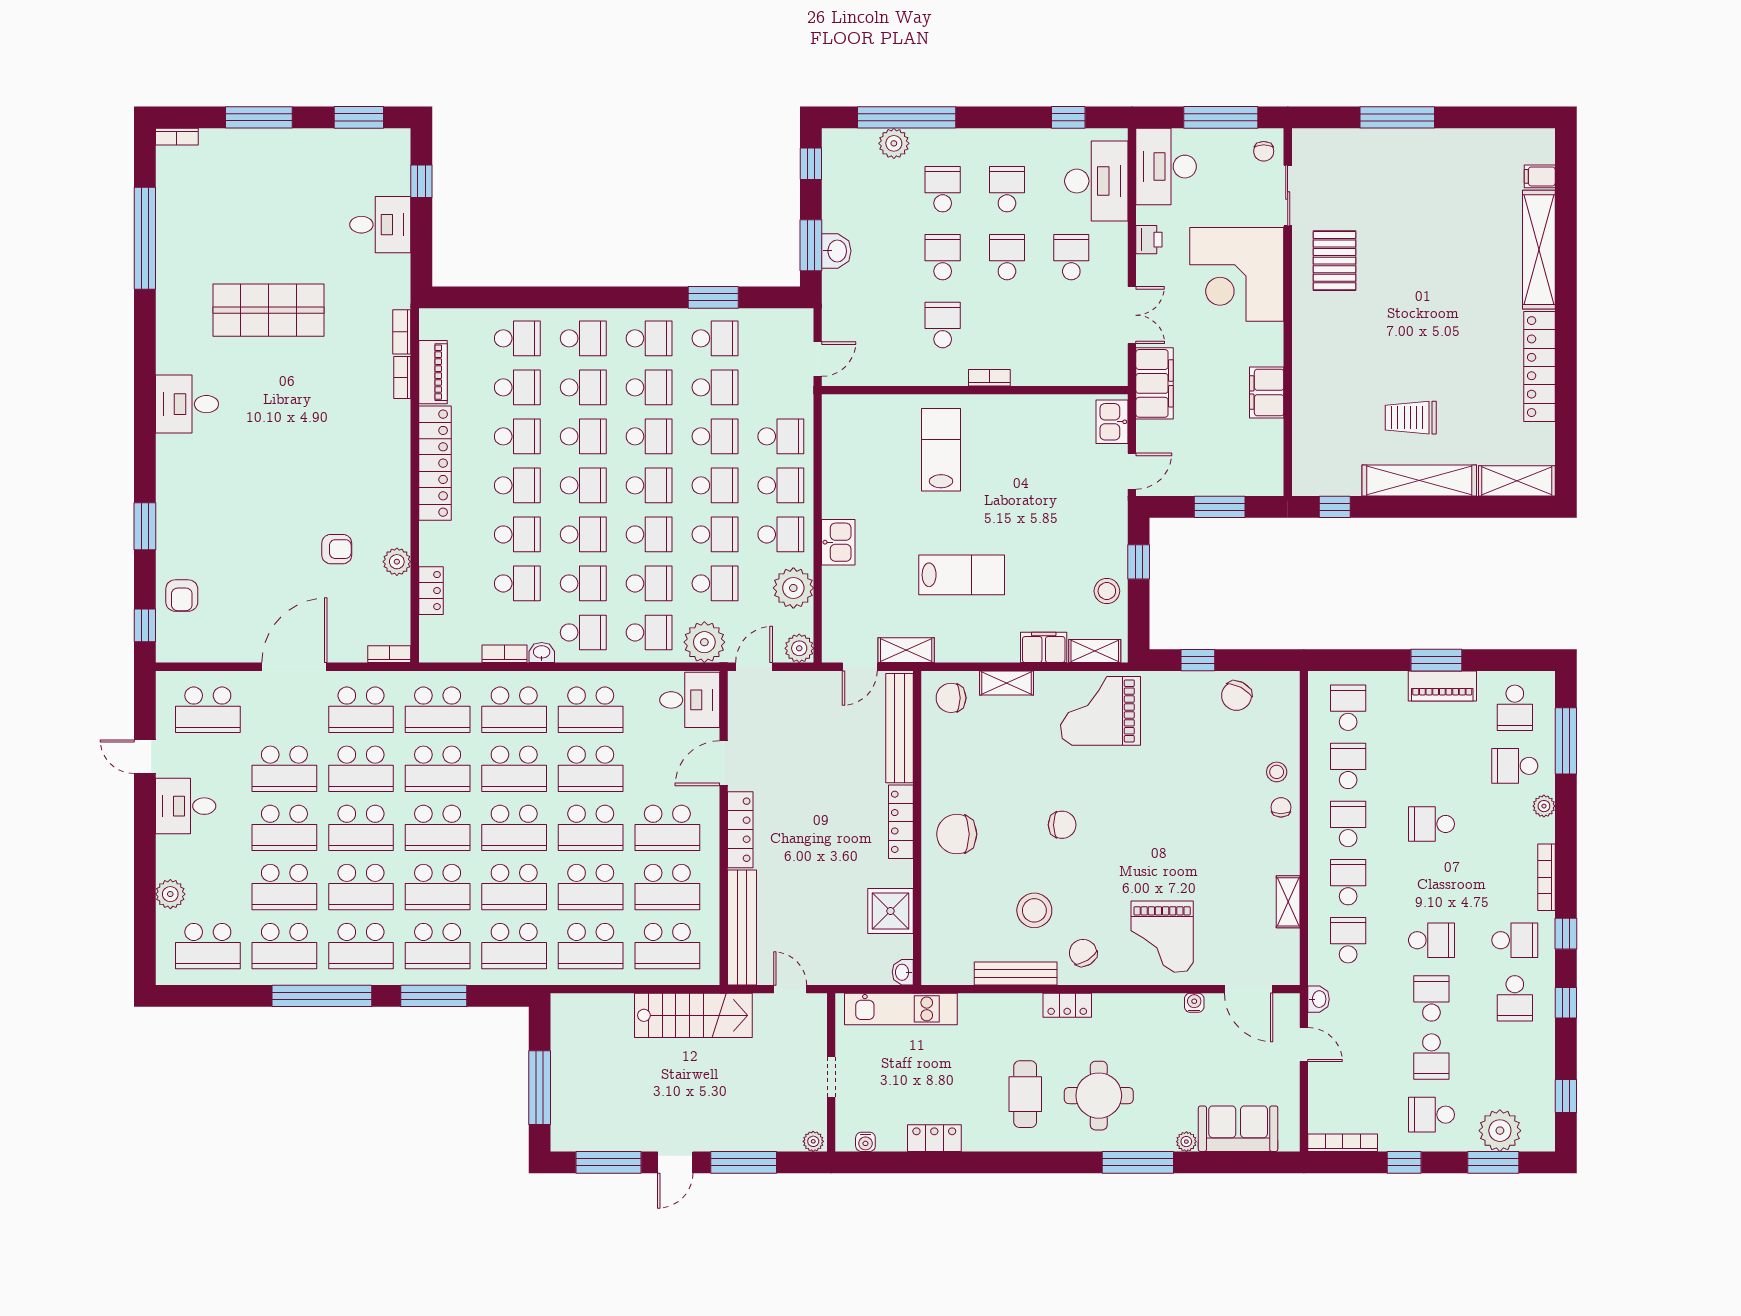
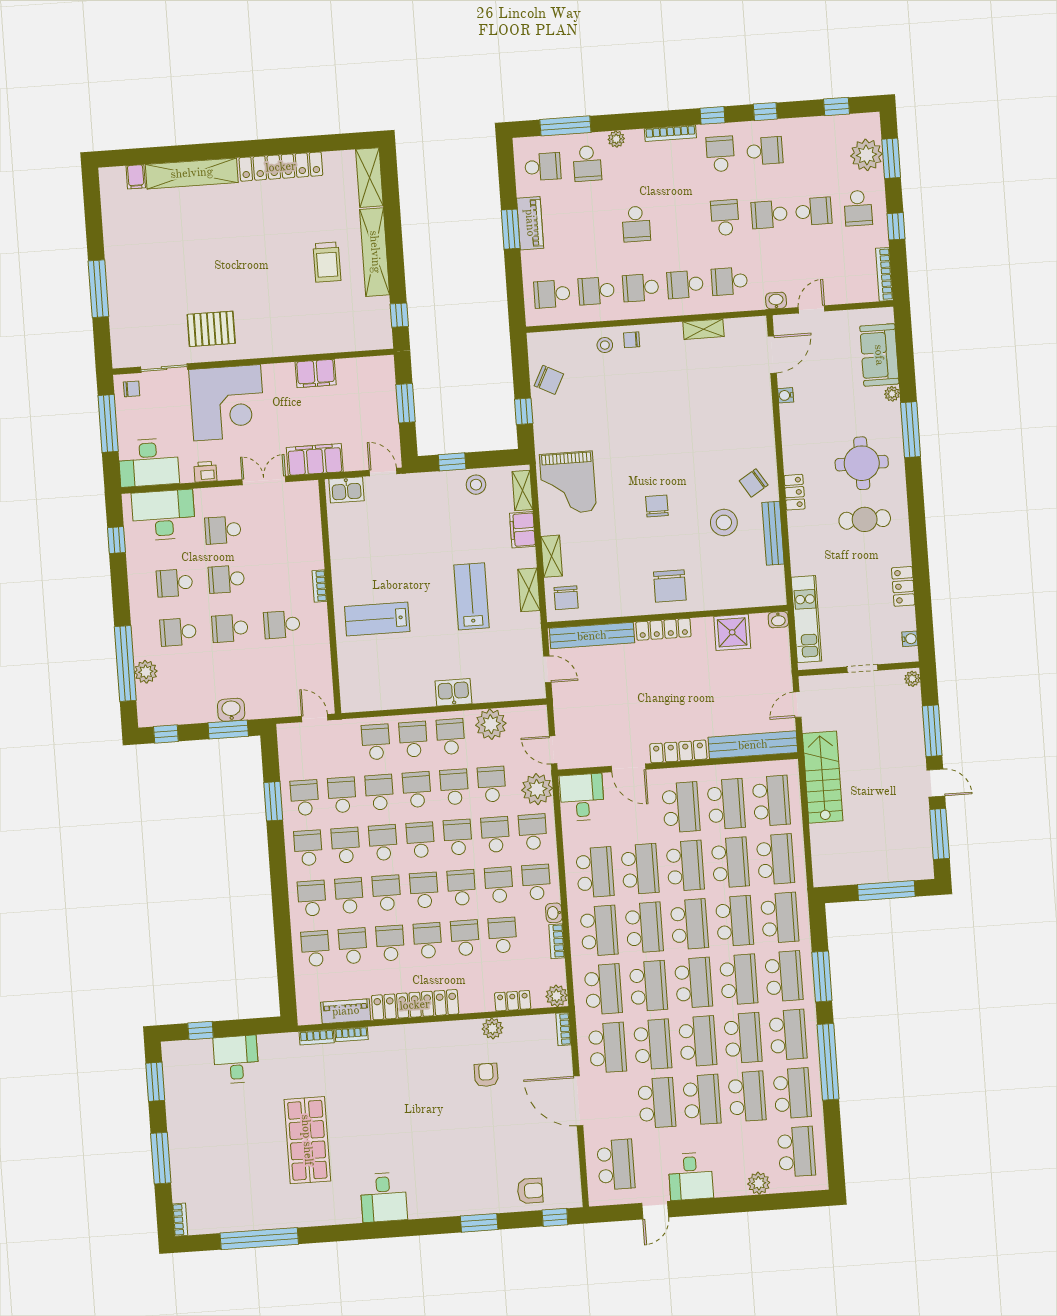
plant: (799, 648) -> (557, 996), moved
shelving: (906, 650) -> (529, 590), moved
grand piano: (1162, 937) -> (737, 424), removed

